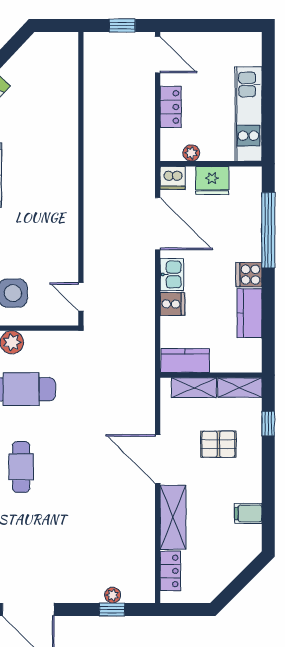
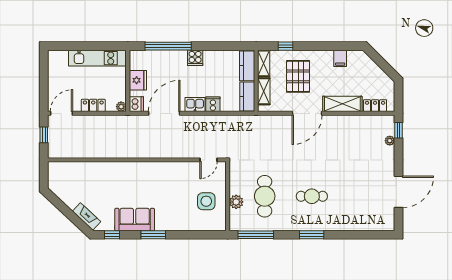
plant: (191, 153) -> (121, 107), moved
kitchen counter: (250, 313) -> (247, 66), moved, turned 90
pallet: (218, 444) -> (298, 76), width x1.50, depth x1.42
window: (112, 609) -> (398, 130), moved

